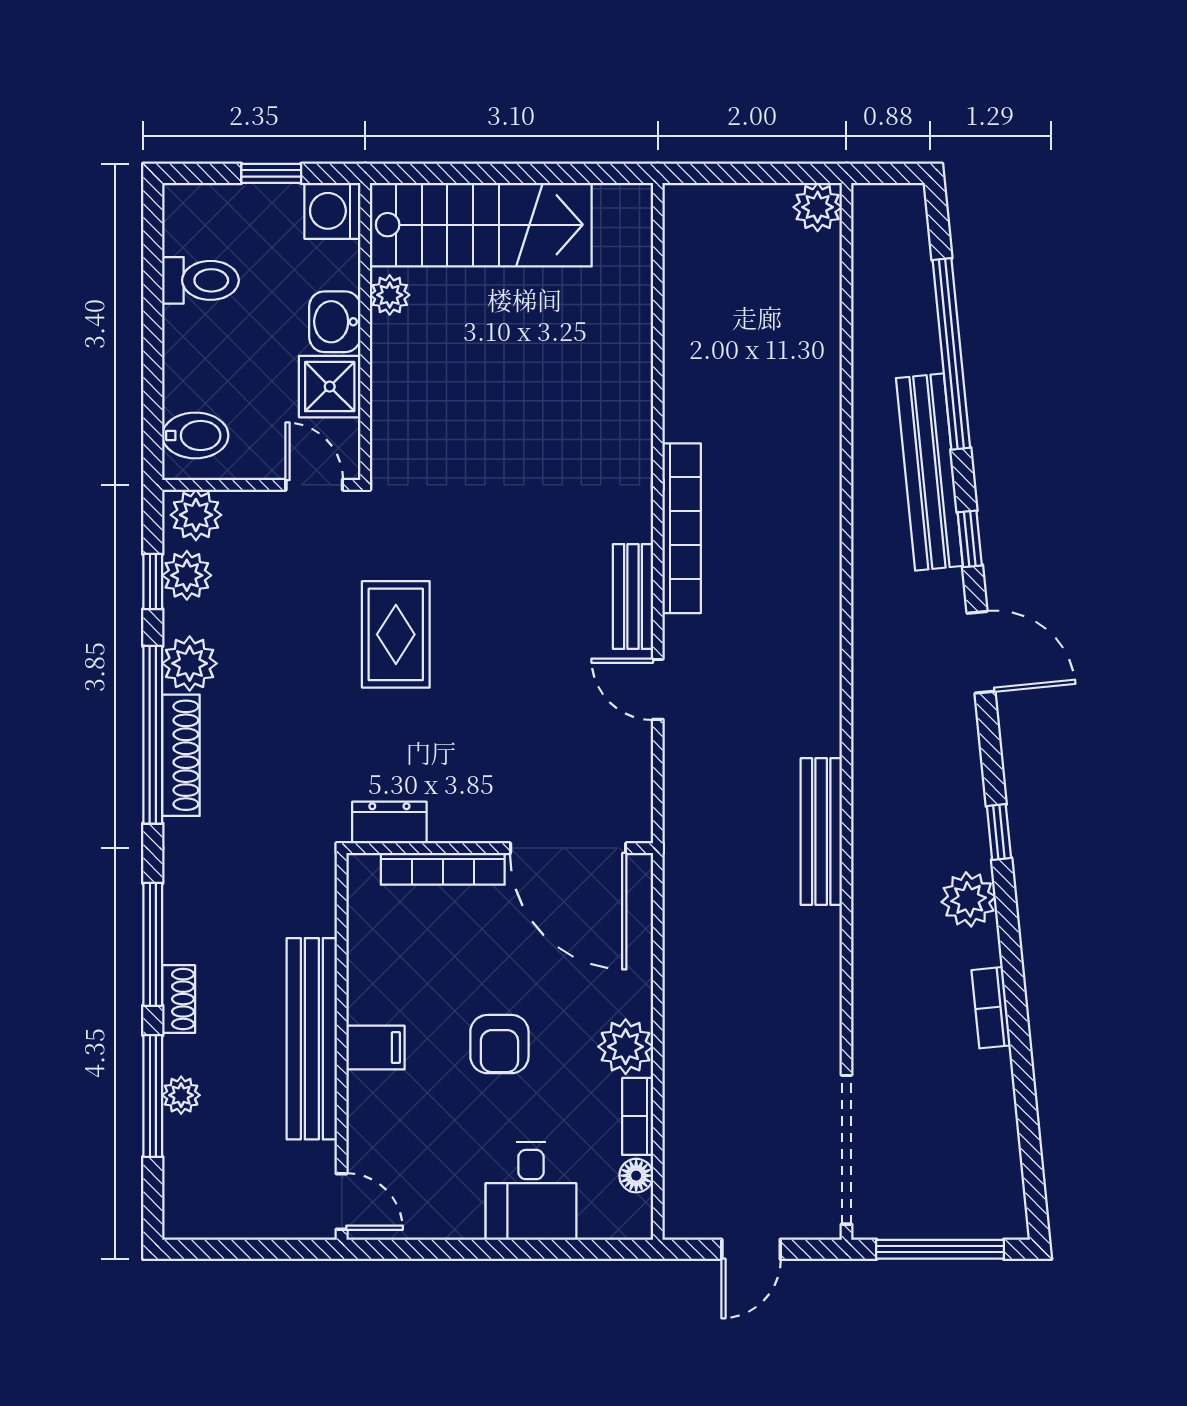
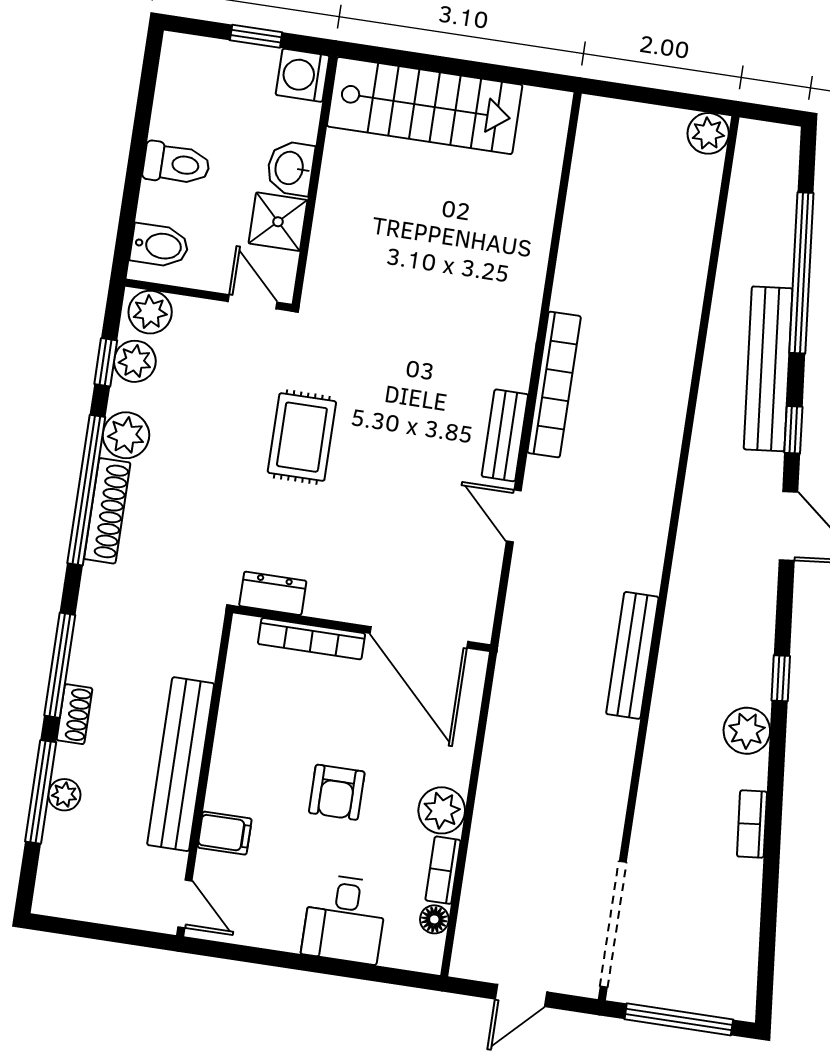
toilet: (201, 280) -> (176, 164), moved
plant: (390, 295) -> (340, 153), removed
filing cabinet: (375, 1048) -> (225, 833), moved

